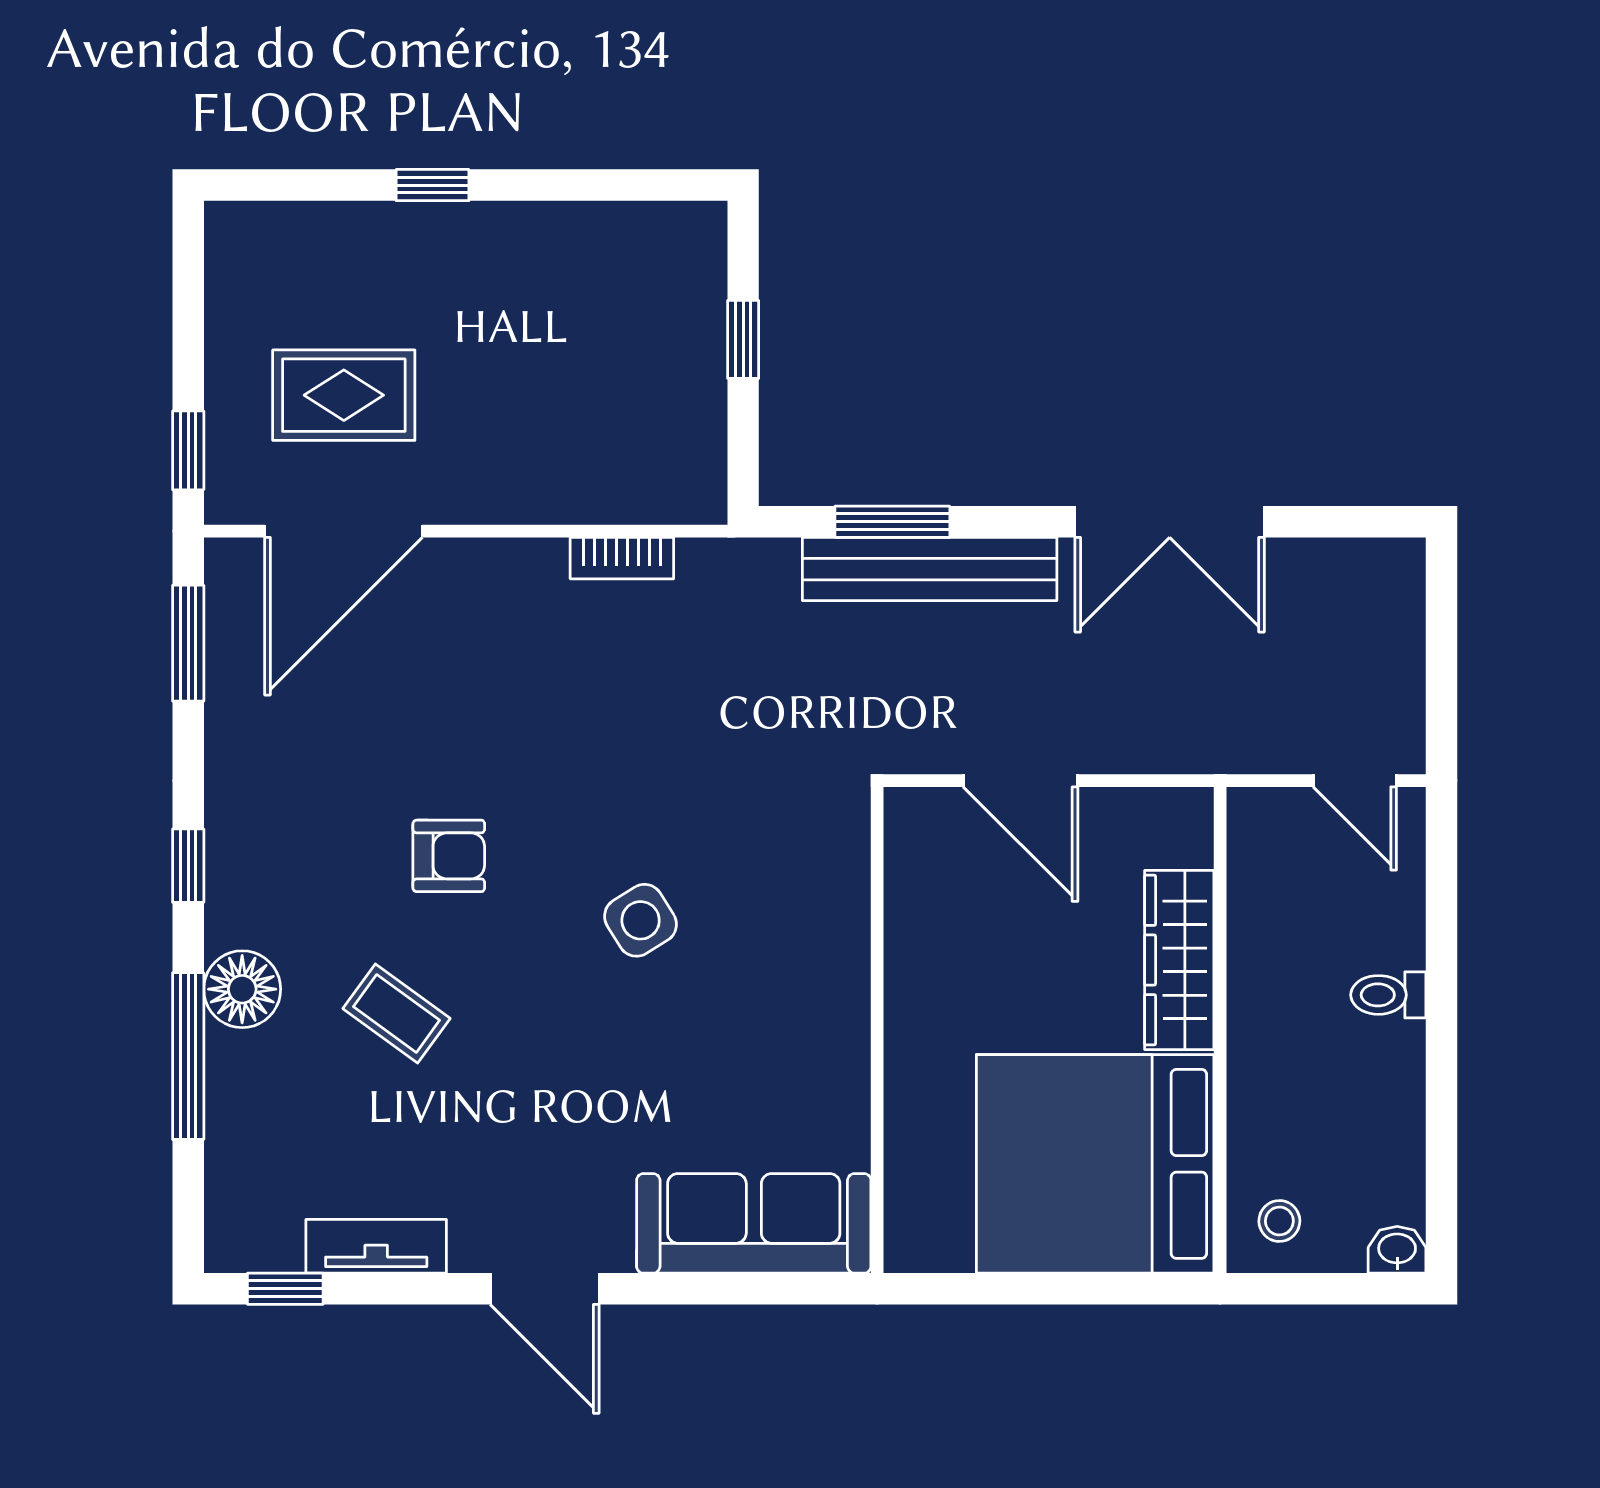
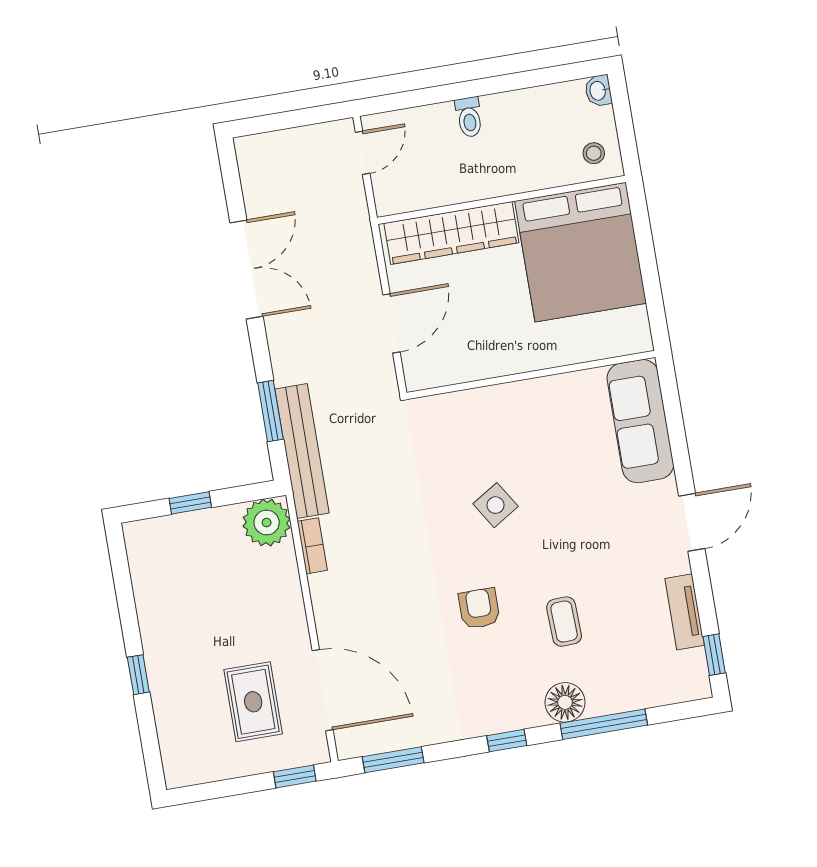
plant: (681, 478) -> (267, 523), added
bench: (930, 569) -> (302, 451), moved
wardrobe: (1179, 960) -> (451, 233), width x1.40, depth x1.17
coffee table: (397, 1013) -> (564, 622), turned -38

